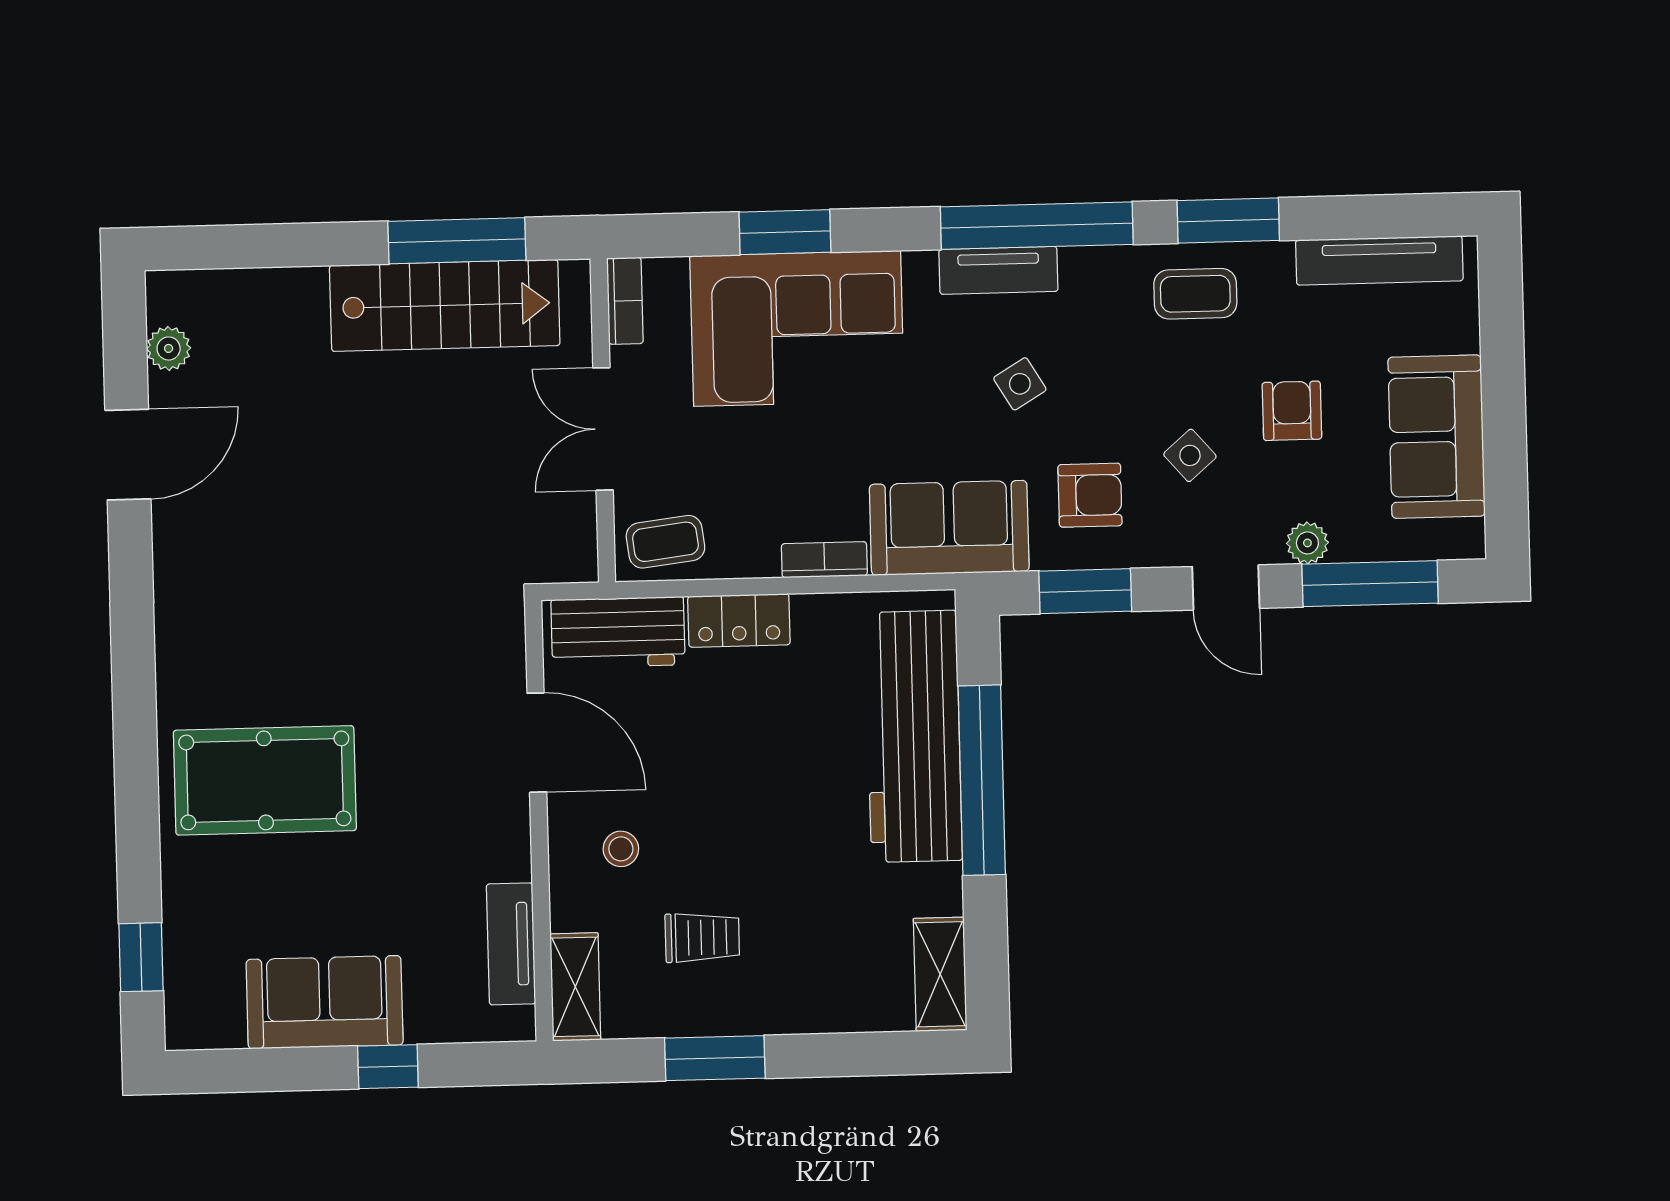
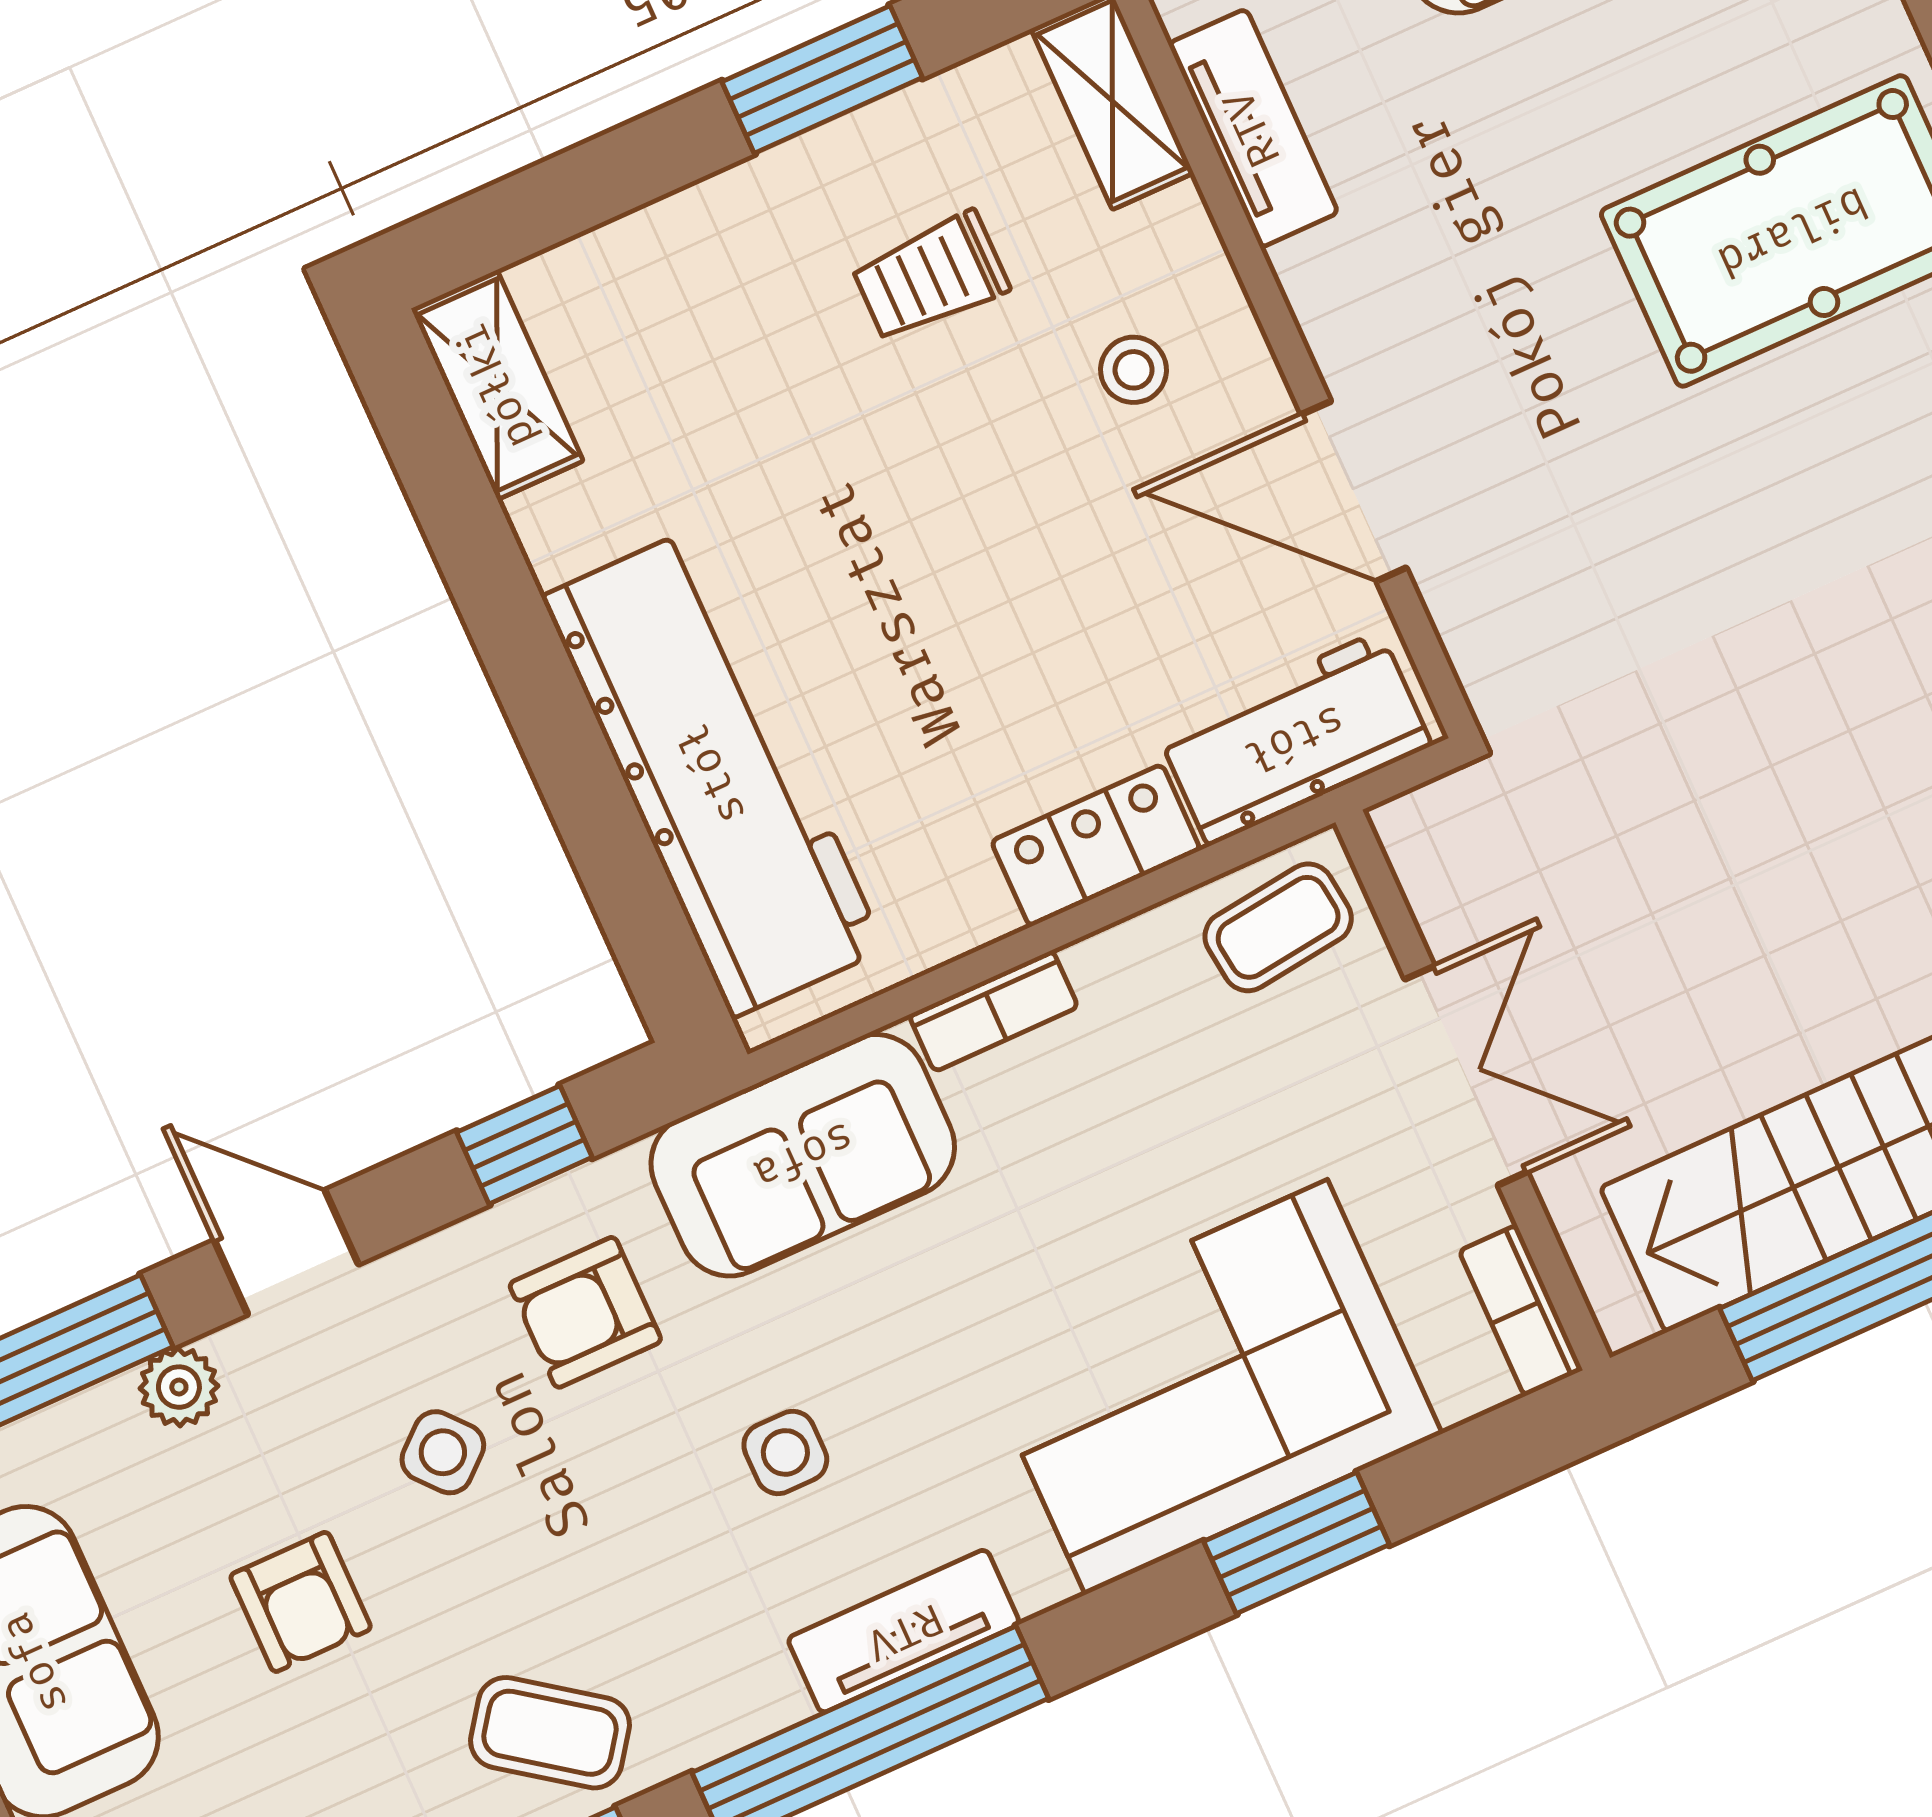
coffee table: (1195, 294) -> (550, 1733), turned 36
side table: (1020, 384) -> (785, 1452), turned 31
window: (1085, 591) -> (524, 1145), width x0.67
window: (982, 780) -> (565, 747), removed

